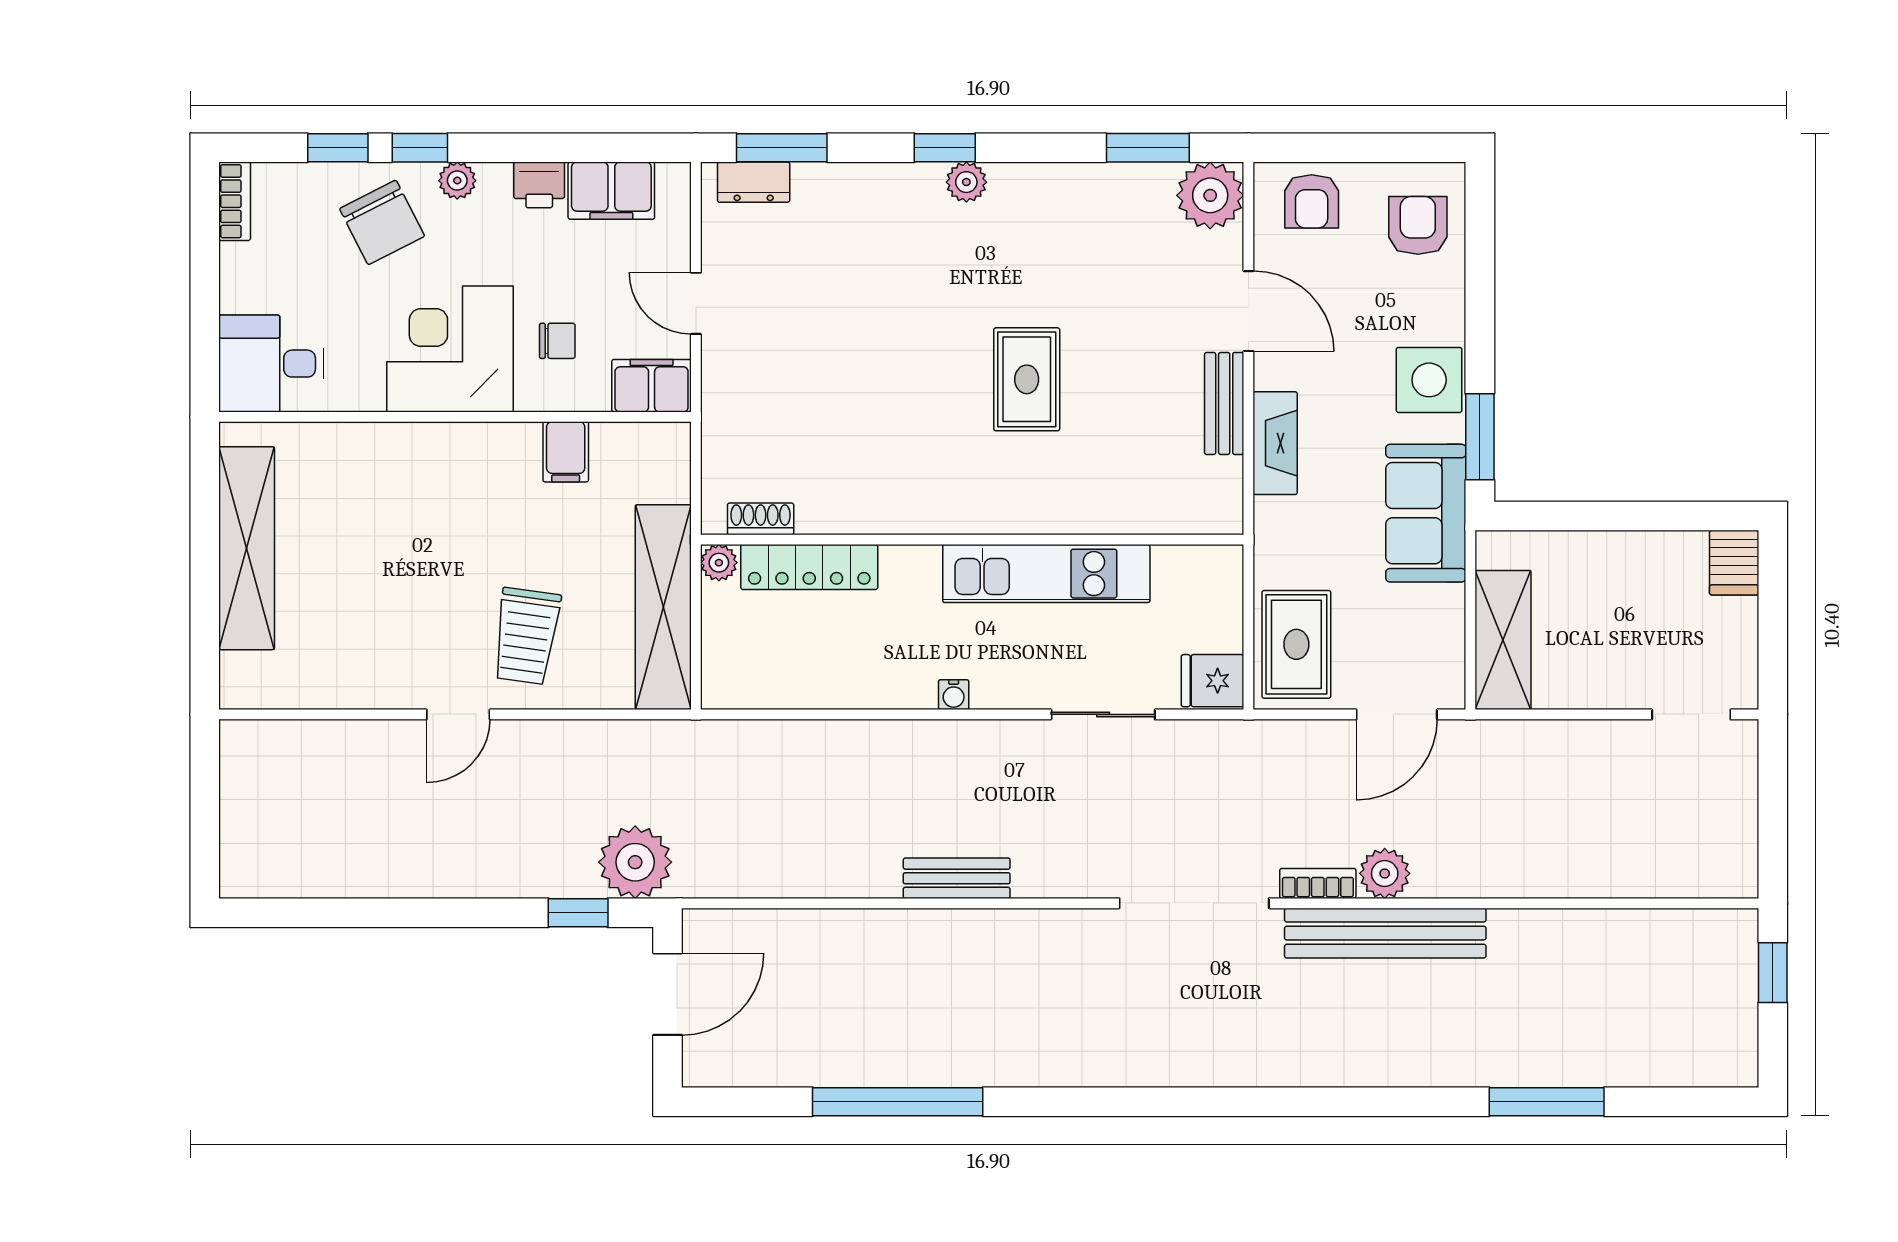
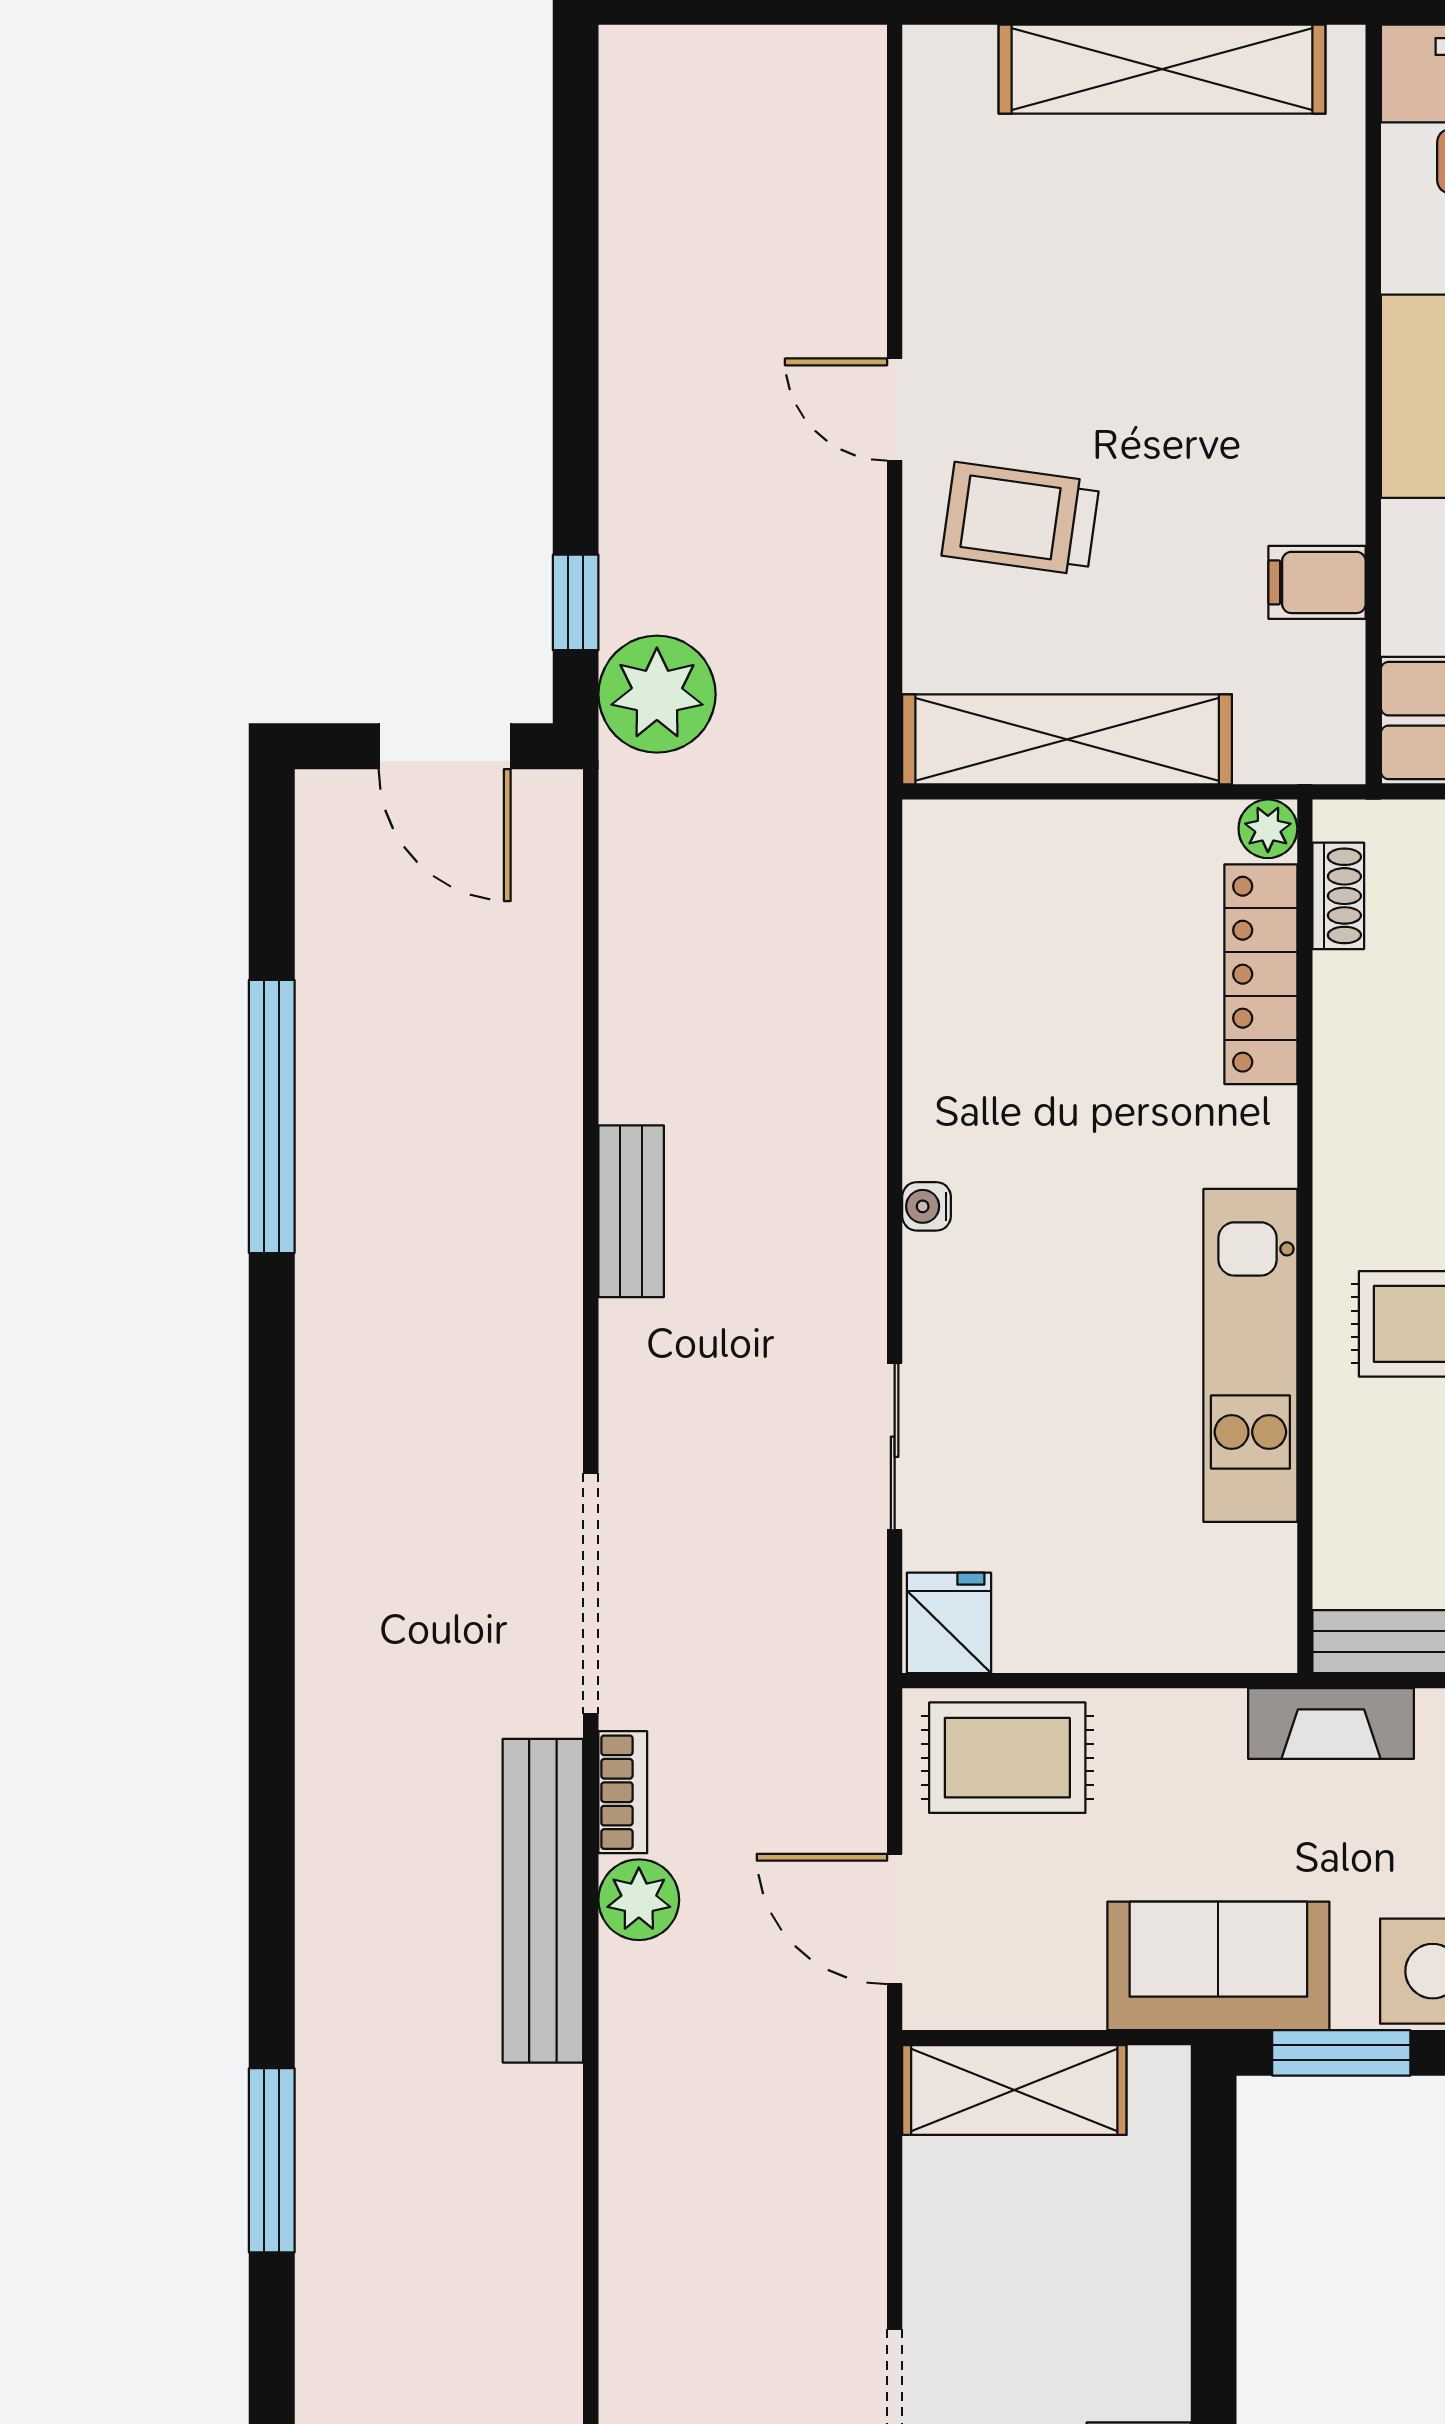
shoe rack: (761, 519) -> (1338, 896), moved
wall: (972, 540) -> (1305, 1236), moved
plant: (719, 563) -> (1268, 829), moved
locker: (809, 567) -> (1261, 974), moved
kitchen unit: (1046, 574) -> (1250, 1355), moved

